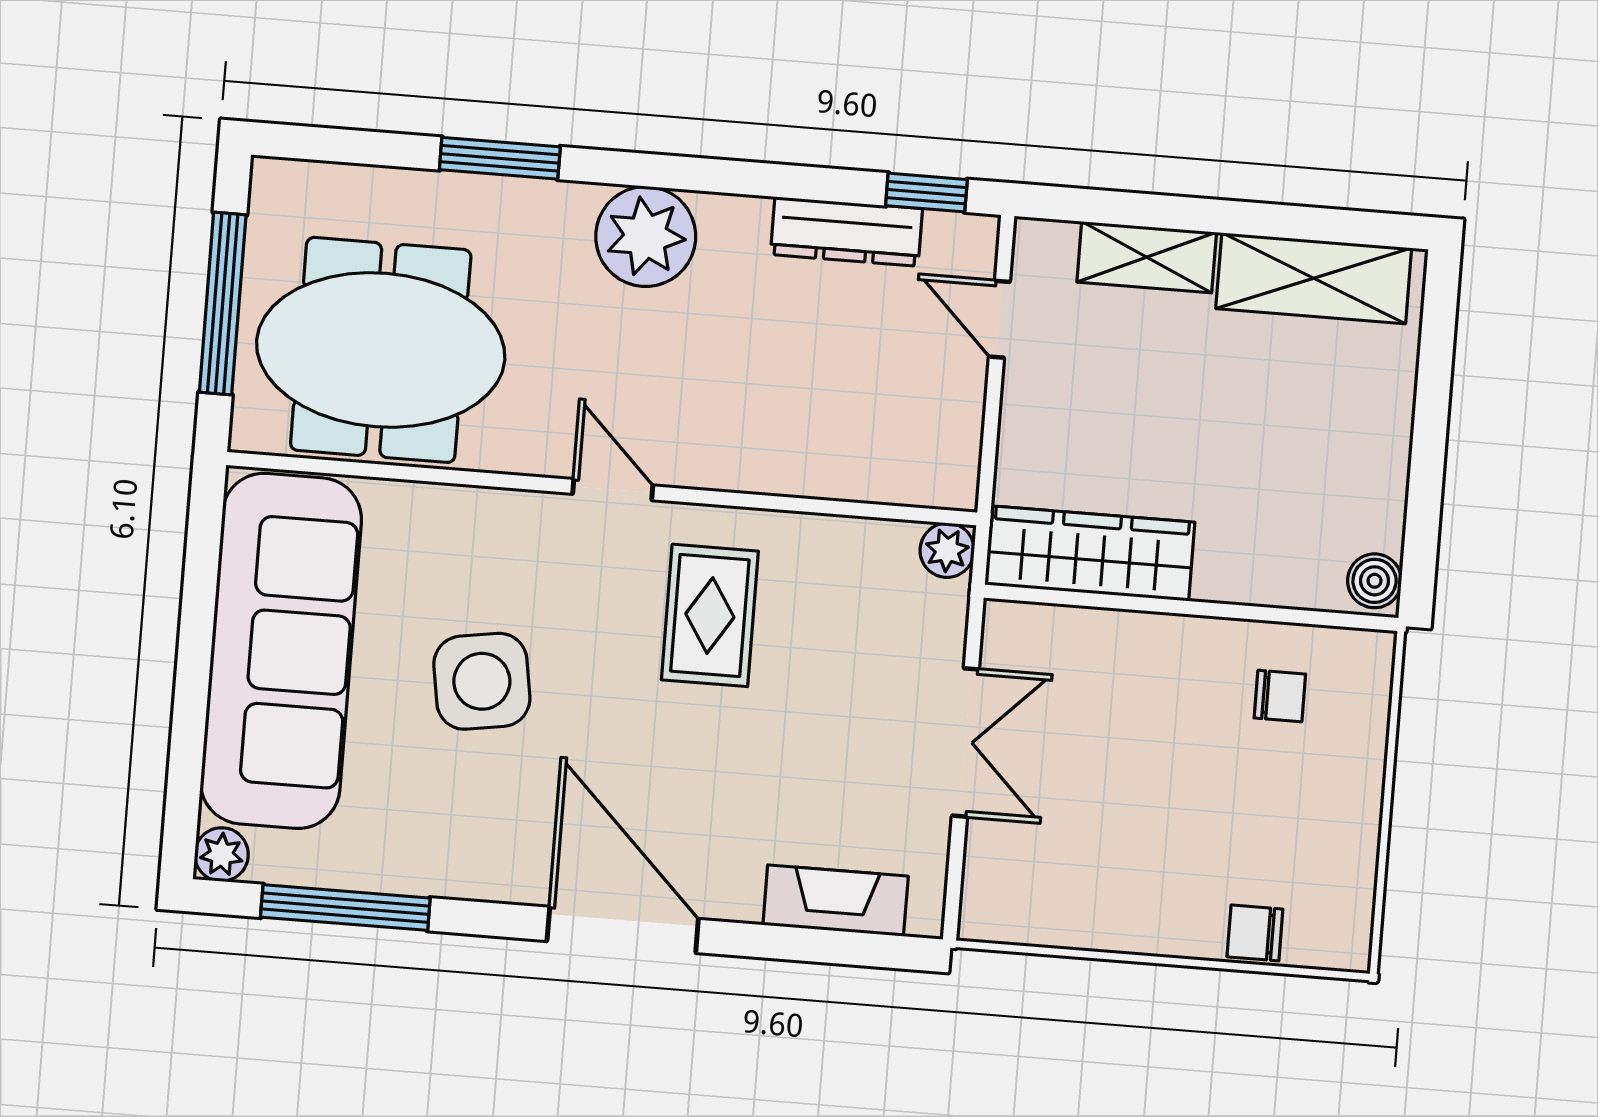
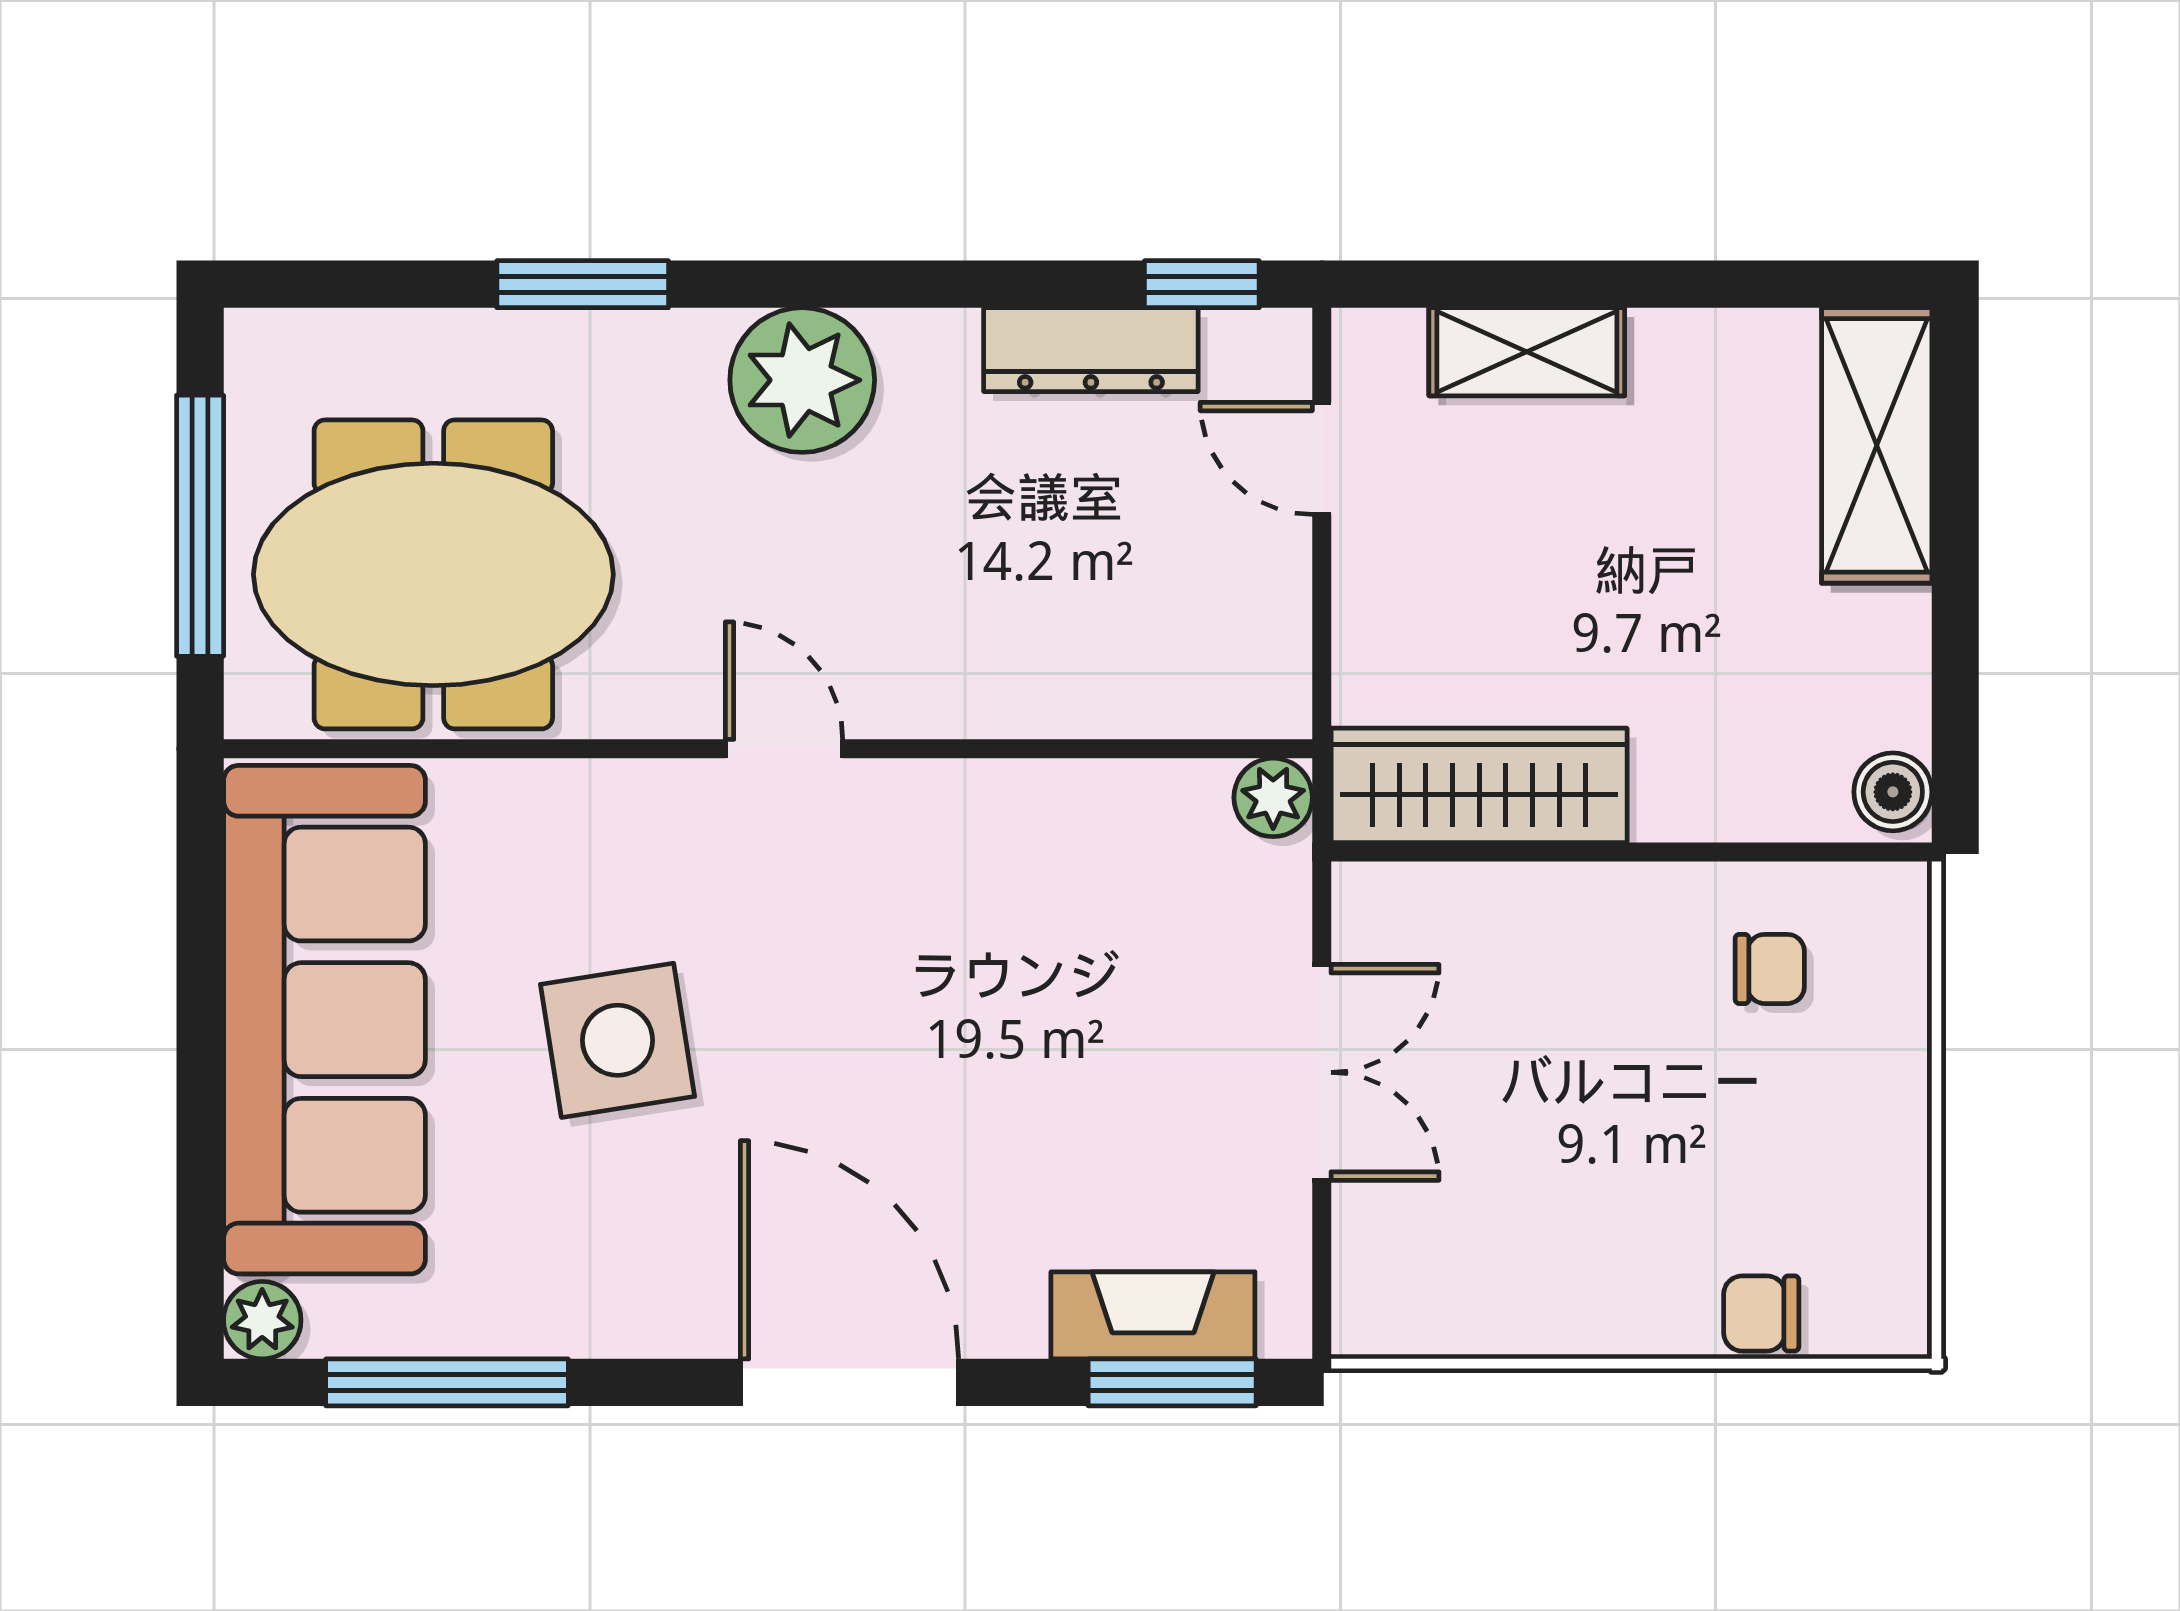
shelving: (1314, 278) -> (1877, 445), moved, turned 90
rug: (710, 615) -> (939, 919), removed
window: (845, 948) -> (1172, 1382), added

